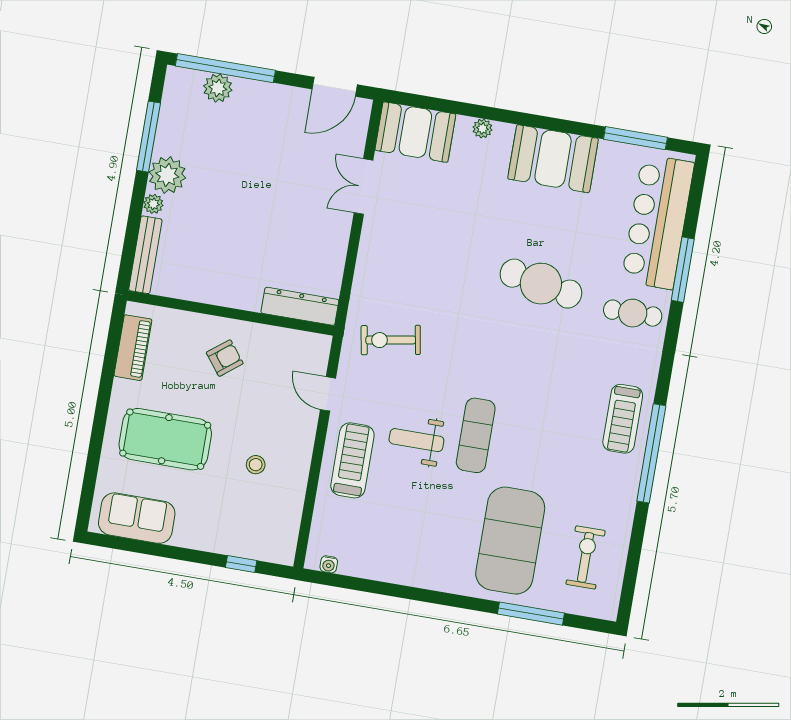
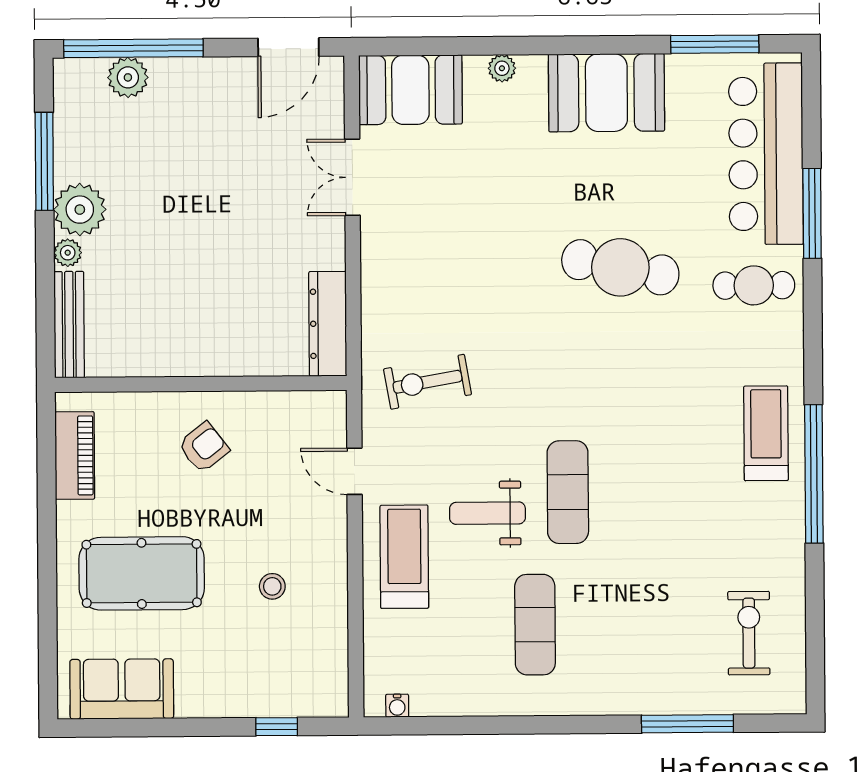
dresser: (300, 306) -> (328, 324), moved, turned -90
treadmill: (623, 419) -> (766, 433), turned 180
exercise mat: (510, 541) -> (535, 625), moved, width x0.50, depth x0.69

